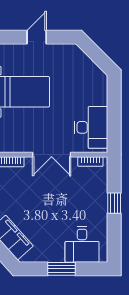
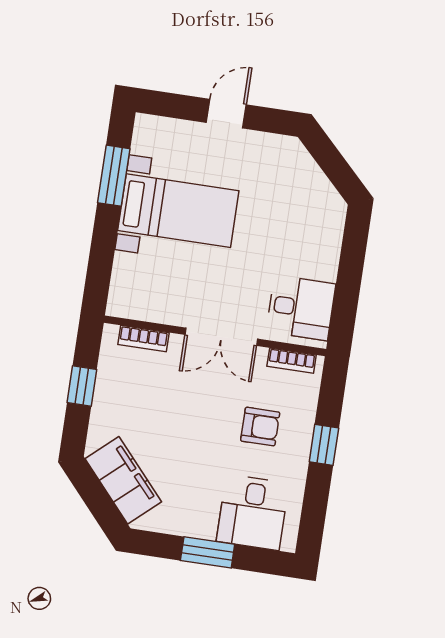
desk: (91, 127) -> (301, 308), width x0.73
armchair: (79, 199) -> (260, 427), added

